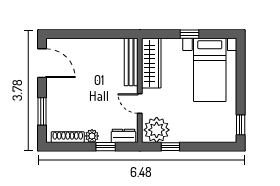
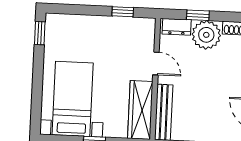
plant: (157, 130) -> (138, 32), removed
plant: (92, 136) -> (206, 35), width x1.87, depth x1.87

